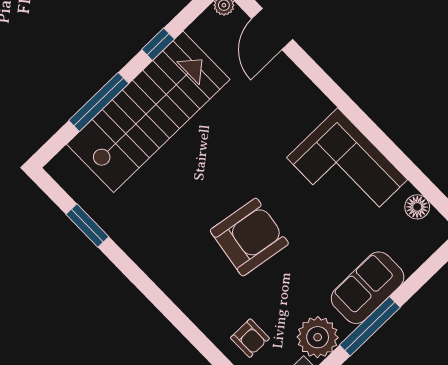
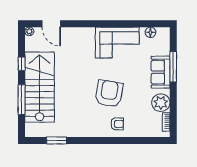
window: (370, 326) -> (173, 67), moved
armchair: (250, 338) -> (117, 124), moved

